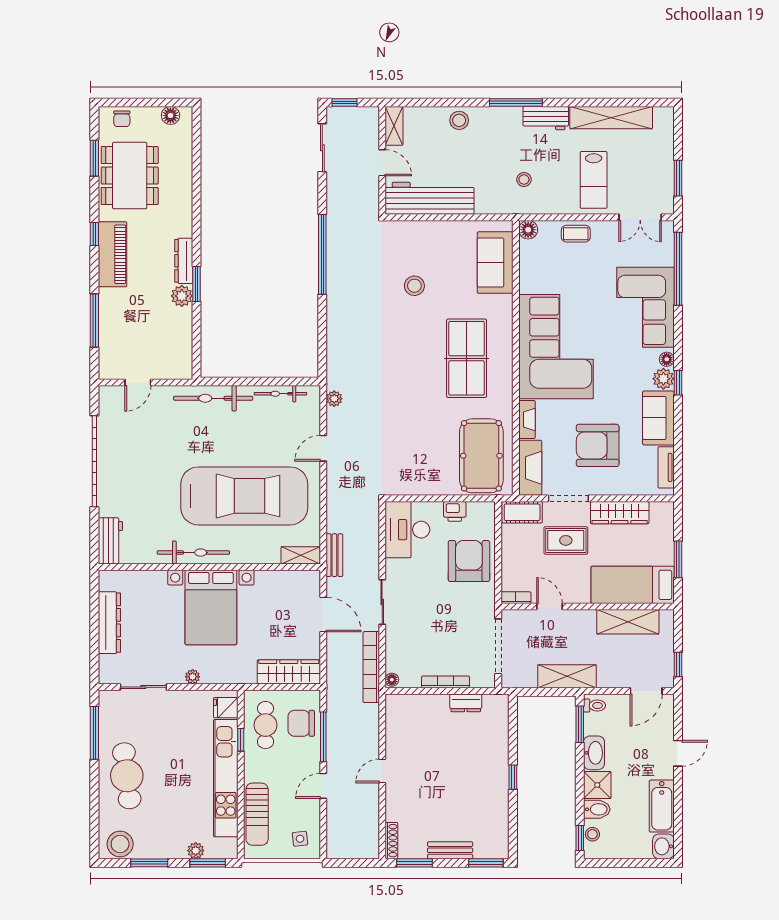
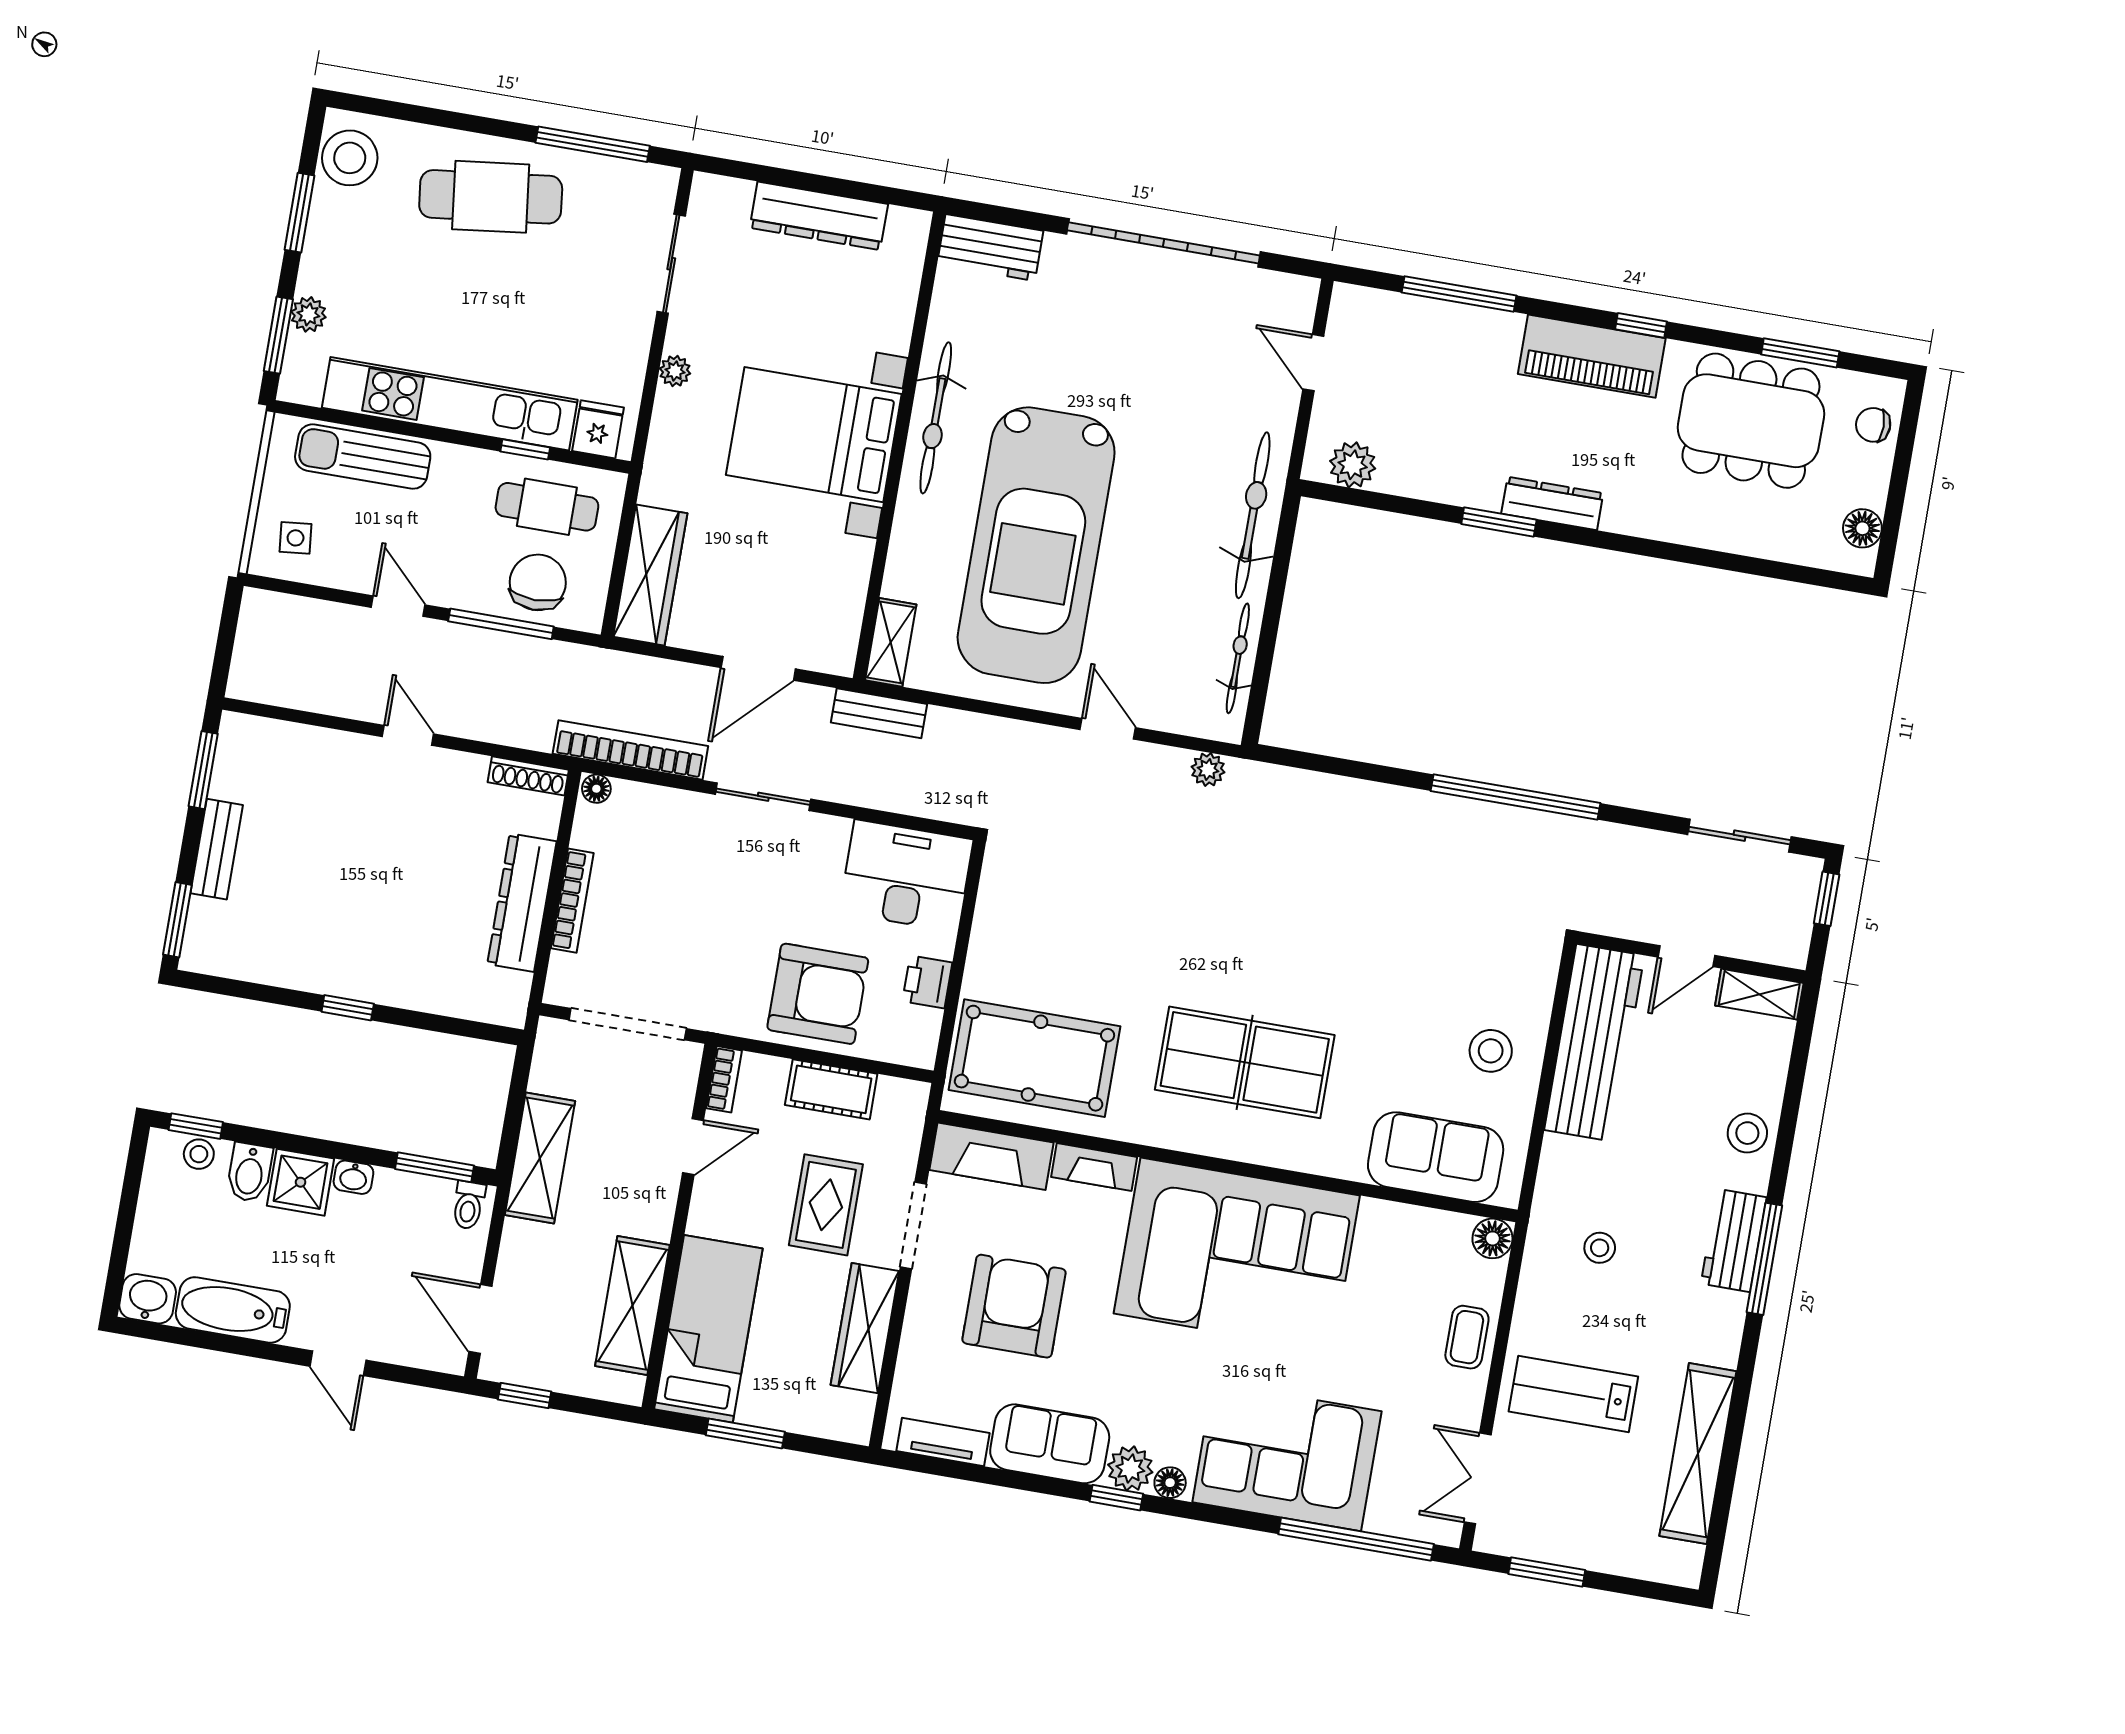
workbench: (546, 118) -> (1734, 1240), moved
stool: (414, 286) -> (1491, 1051), moved
plant: (182, 296) -> (1353, 465), moved
cot: (522, 512) -> (831, 1089), moved, turned 90
dresser: (466, 703) -> (522, 903), width x1.96, depth x1.24
washbasin: (594, 753) -> (353, 1177), width x0.52, depth x0.69
shoe rack: (391, 841) -> (528, 776), moved

